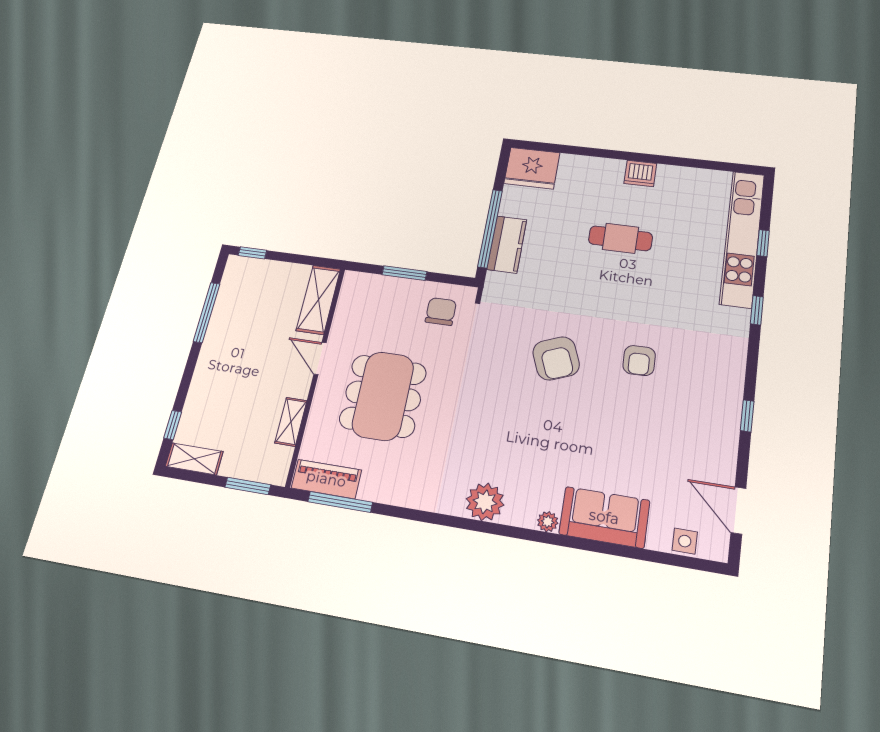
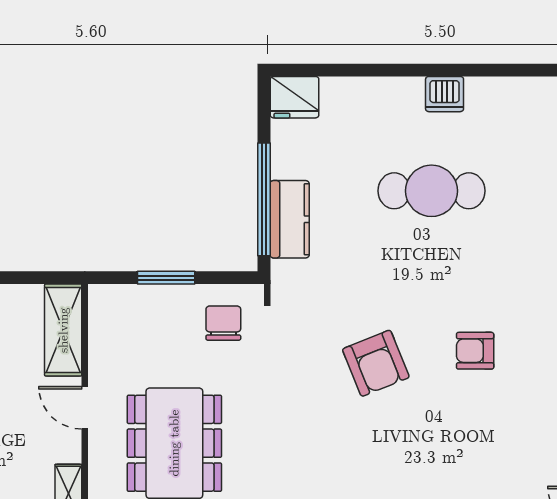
fridge: (532, 168) -> (295, 97), width x0.73, depth x0.75
cafe table: (620, 238) -> (431, 191), width x1.37, depth x1.35
armchair: (639, 360) -> (475, 351), turned 91

